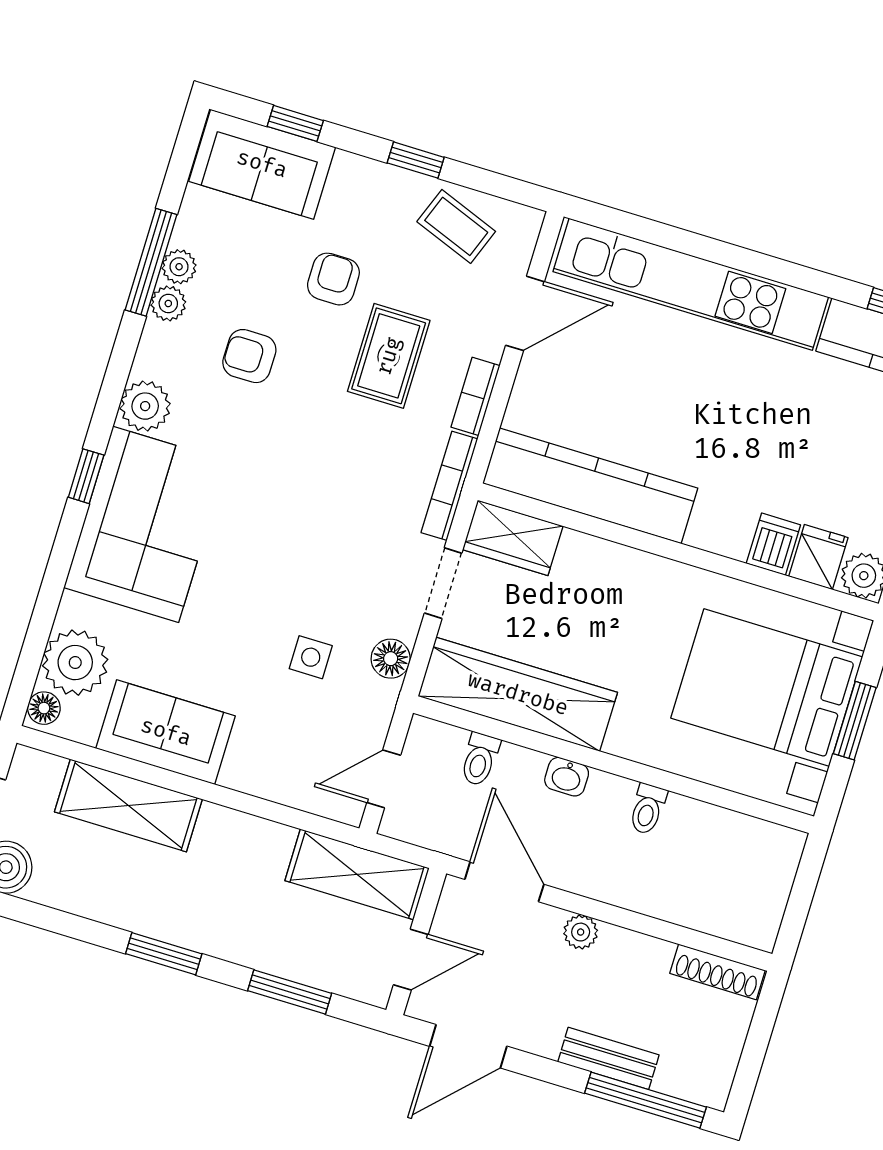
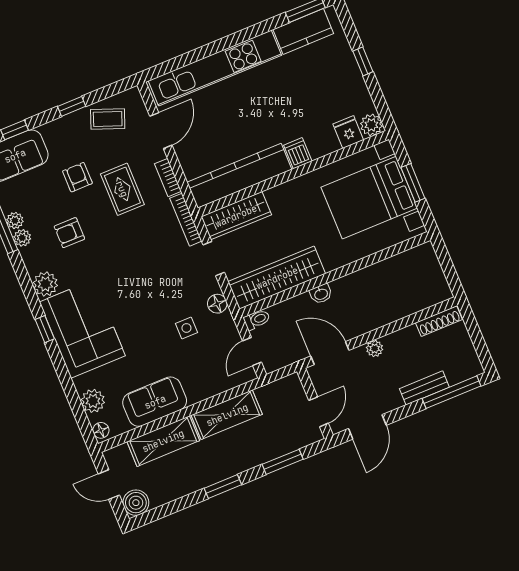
wardrobe: (513, 538) -> (236, 216), width x1.50
dishwasher: (773, 544) -> (298, 153), moved
plant: (75, 663) -> (93, 401), width x0.73, depth x0.73
toilet: (480, 759) -> (257, 320), moved, turned -90
toilet: (648, 809) -> (362, 281), removed
shelving: (357, 874) -> (227, 415), moved

